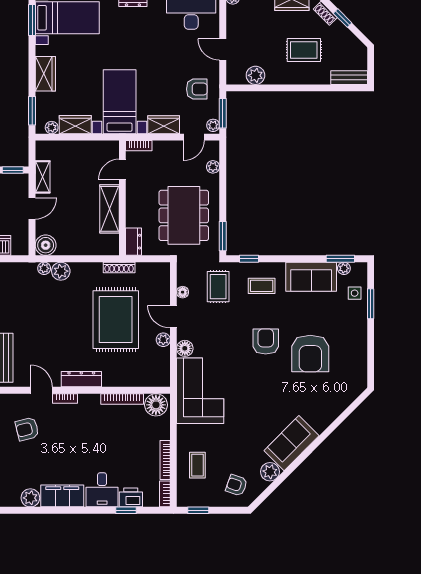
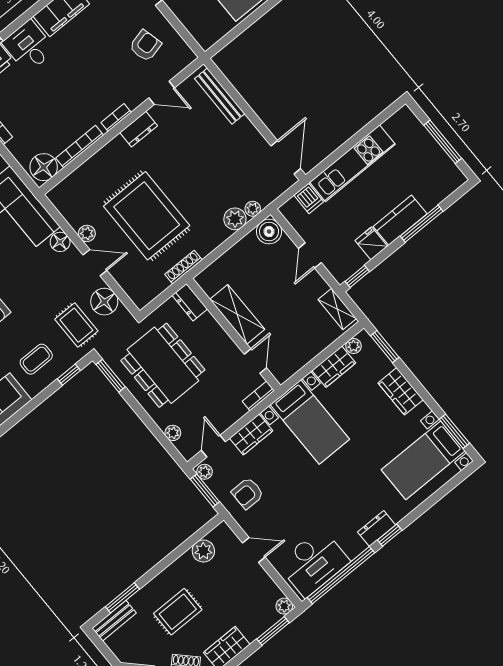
window: (332, 88) -> (122, 598), added
shelving: (43, 177) -> (337, 309), moved
floor lamp: (183, 292) -> (104, 302), width x1.89, depth x1.89
dresser: (81, 379) -> (139, 129), width x0.70
bookcase: (65, 399) -> (116, 117), moved

